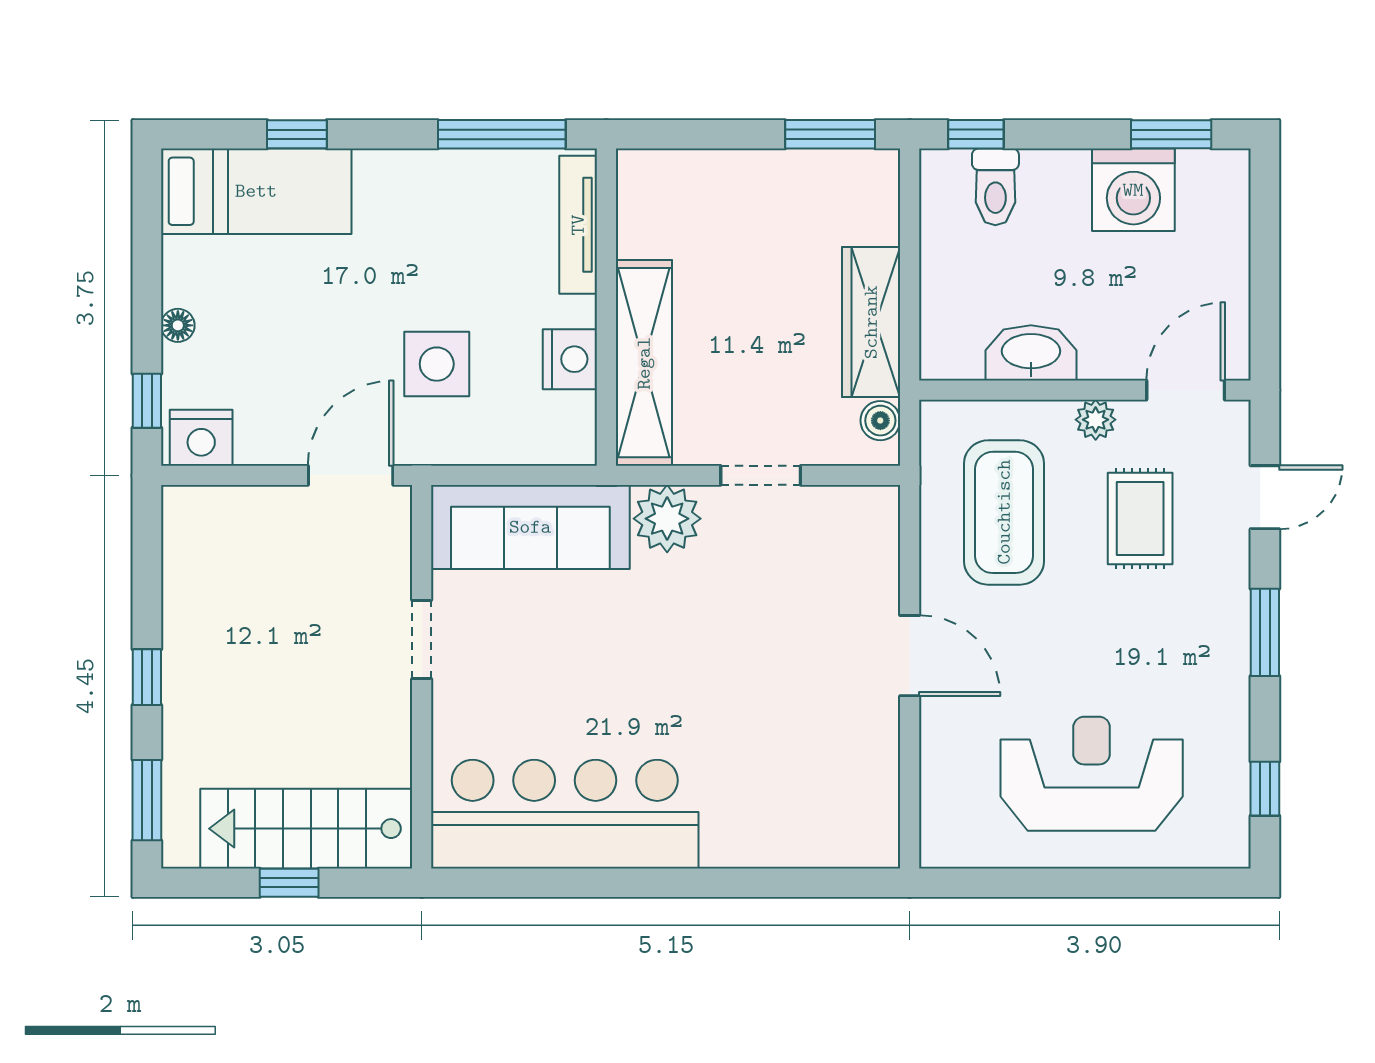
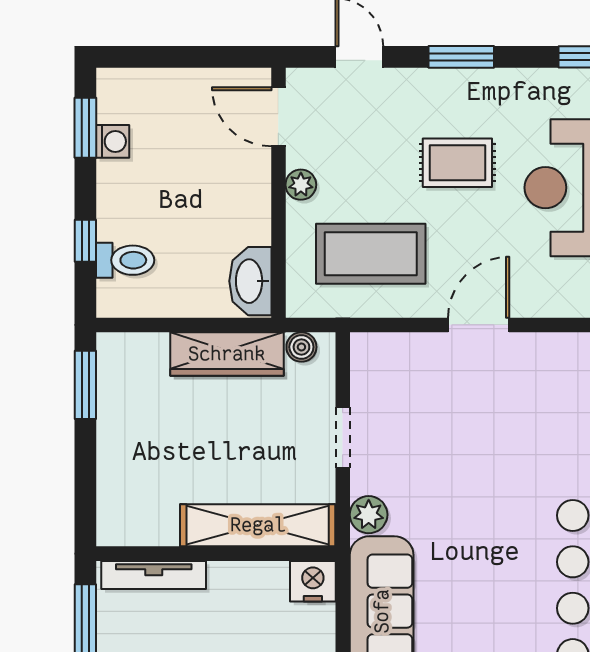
window: (976, 134) -> (85, 241), moved
washing machine: (1133, 190) -> (113, 141), width x0.53, depth x0.53
washbasin: (1031, 353) -> (250, 281), moved
nightstand: (570, 359) -> (313, 581), moved
plant: (667, 519) -> (369, 515), width x0.73, depth x0.73
rug: (1140, 519) -> (457, 163), moved

